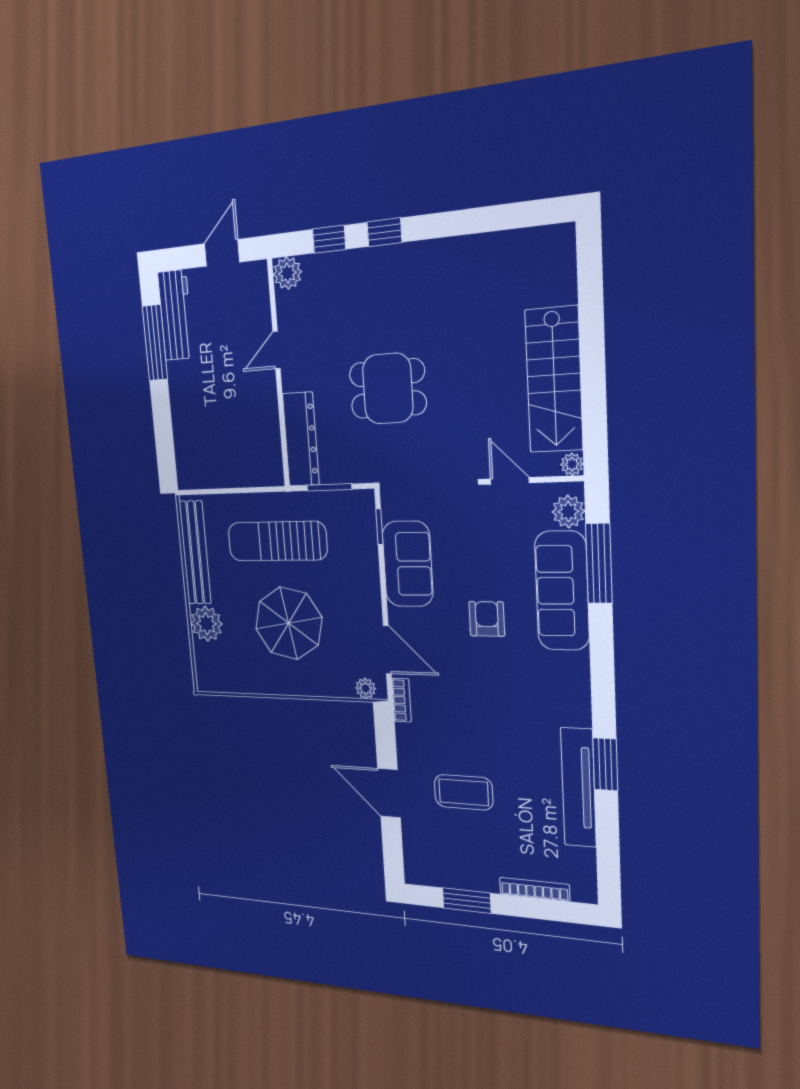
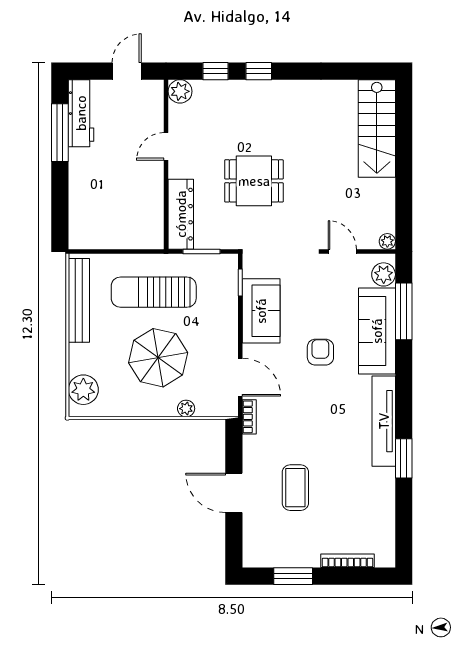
stairs: (554, 380) -> (377, 128), moved
plant: (206, 624) -> (83, 390), moved
plant: (366, 688) -> (186, 409), moved
tv unit: (578, 788) -> (384, 421), moved
coffee table: (464, 792) -> (295, 488), turned 90

